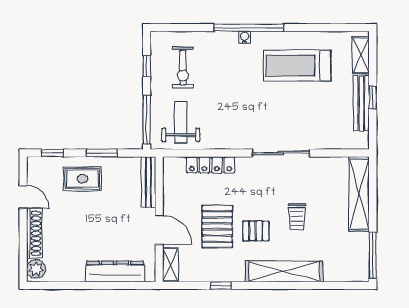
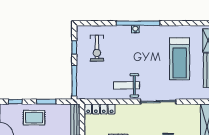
treadmill: (297, 66) -> (180, 59), moved, turned -90
weight bench: (181, 122) -> (127, 85), moved, turned -90
locker: (211, 165) -> (100, 109), moved

